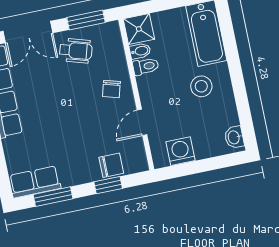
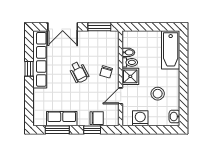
shower: (139, 29) -> (130, 76), moved
wheelchair: (76, 51) -> (79, 72), moved, turned 46
stool: (201, 86) -> (158, 94), moved
row of seats: (35, 182) -> (62, 119), moved

